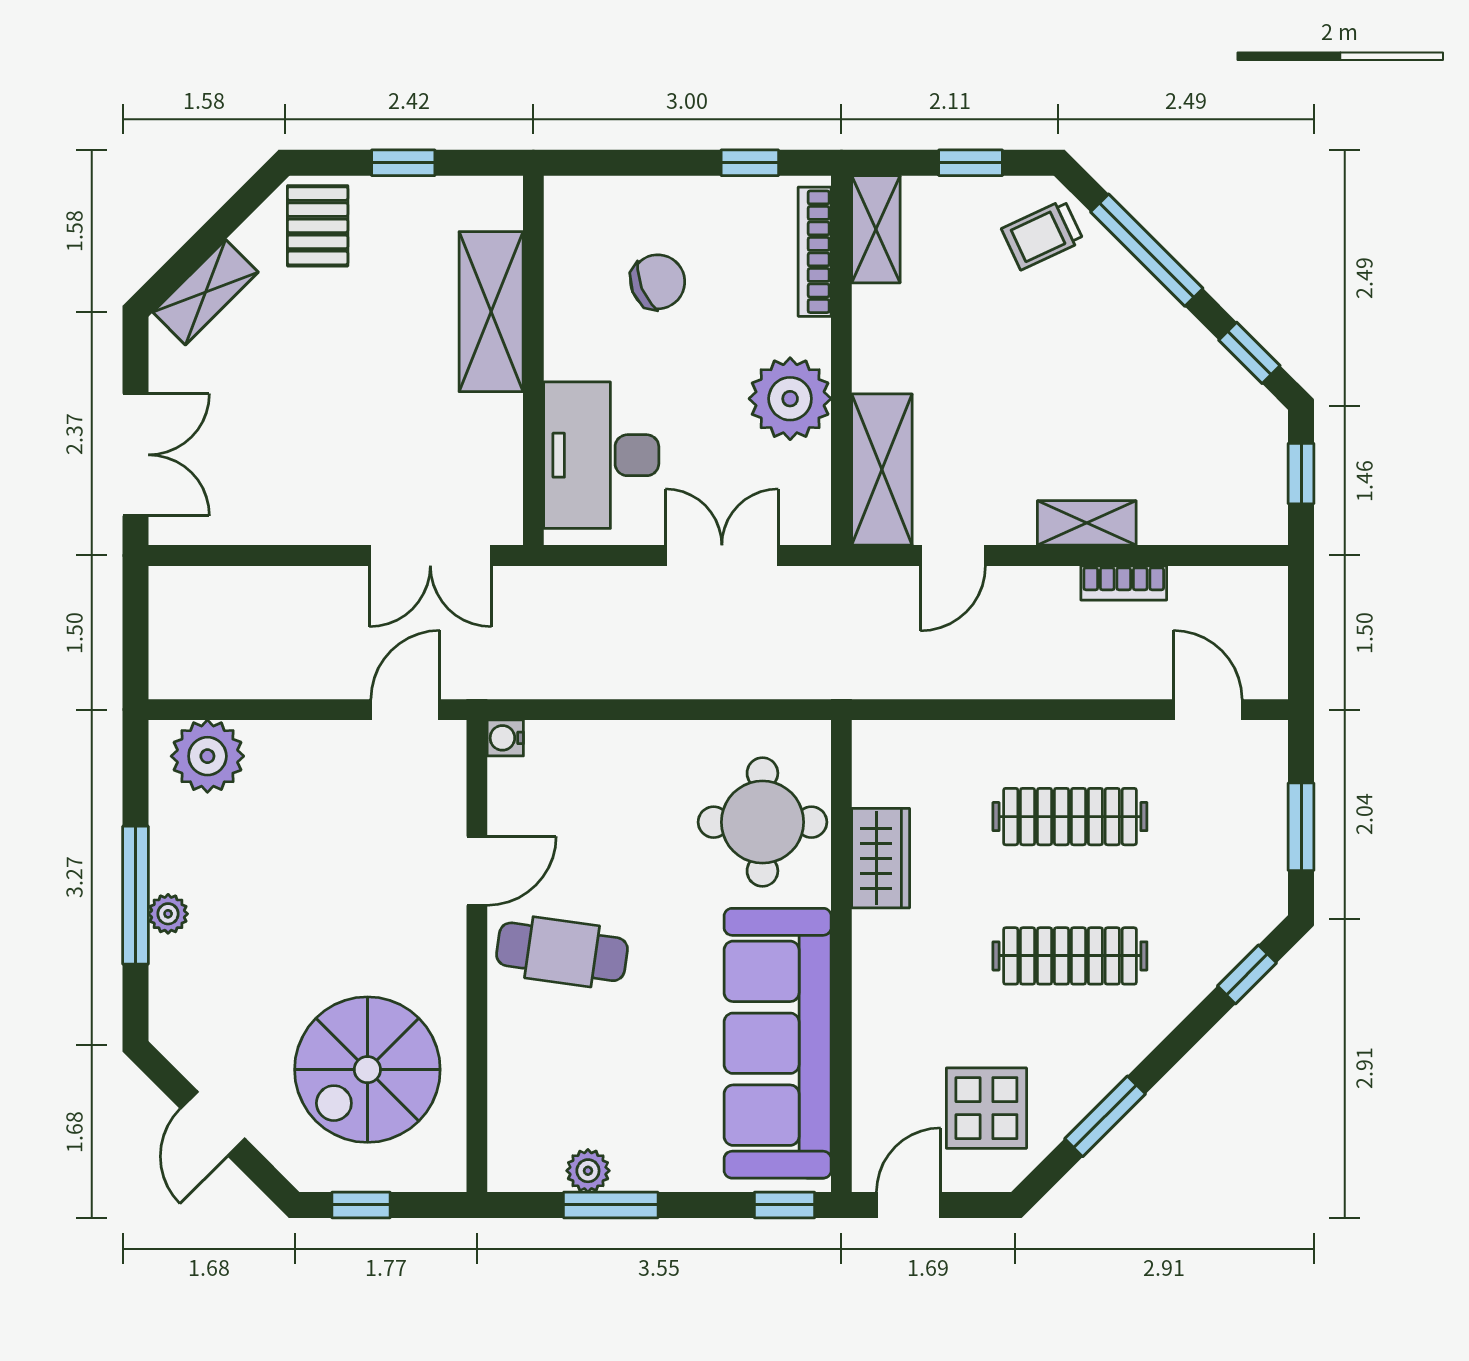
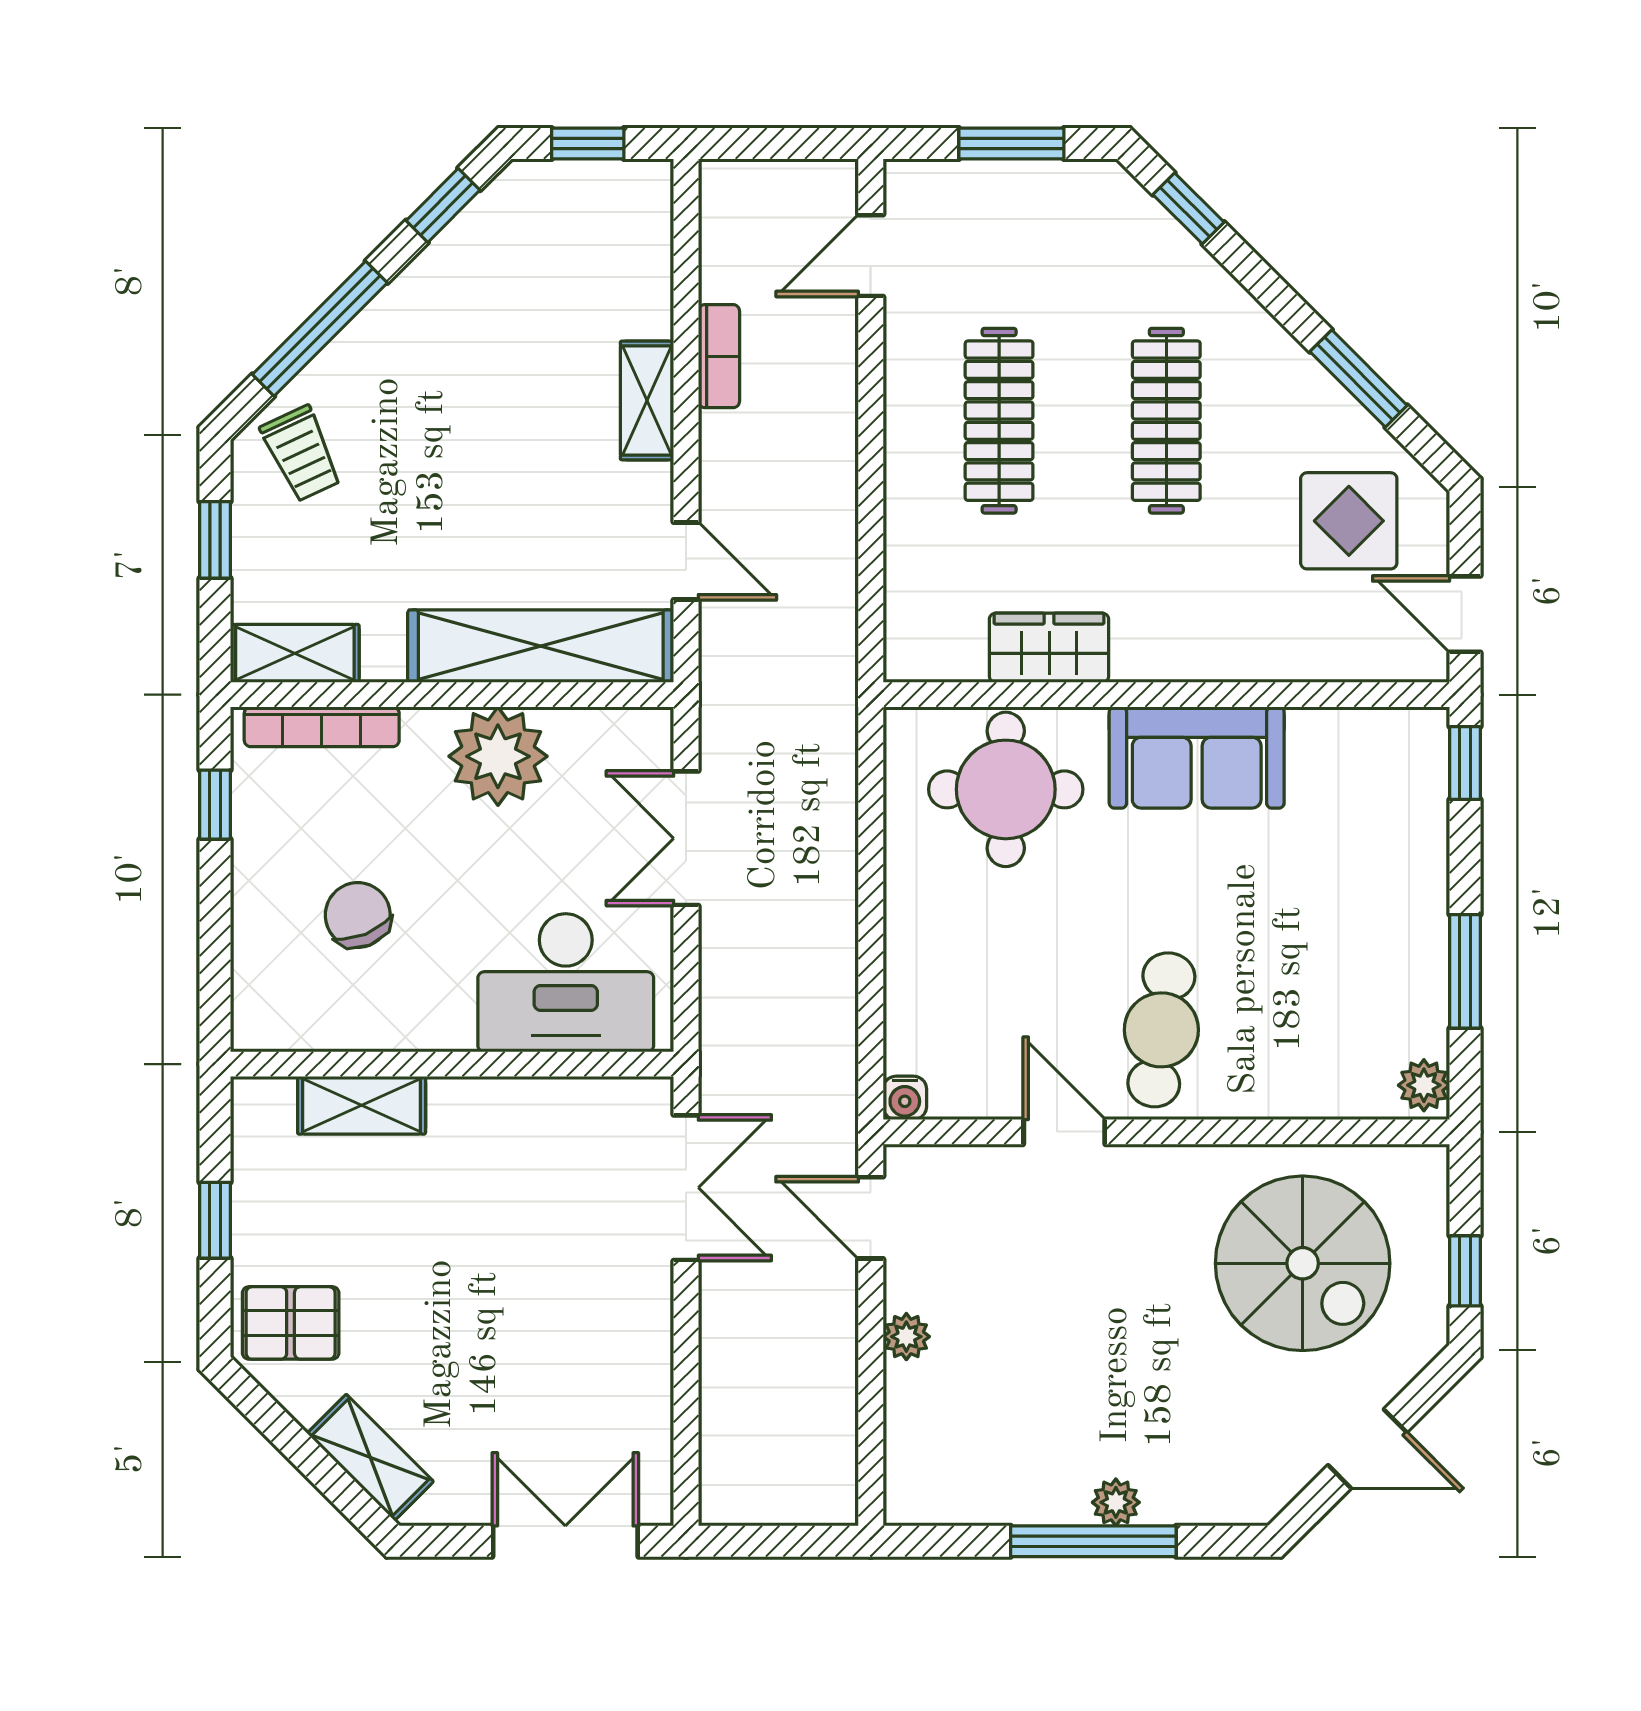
shelving: (491, 312) -> (362, 1105), width x0.67, depth x0.75
shelving: (882, 470) -> (541, 646), width x1.47
plant: (207, 756) -> (906, 1337), moved, width x0.53, depth x0.53
sofa: (778, 1043) -> (1197, 758), width x0.54, depth x0.79
plant: (588, 1171) -> (1424, 1085), moved

